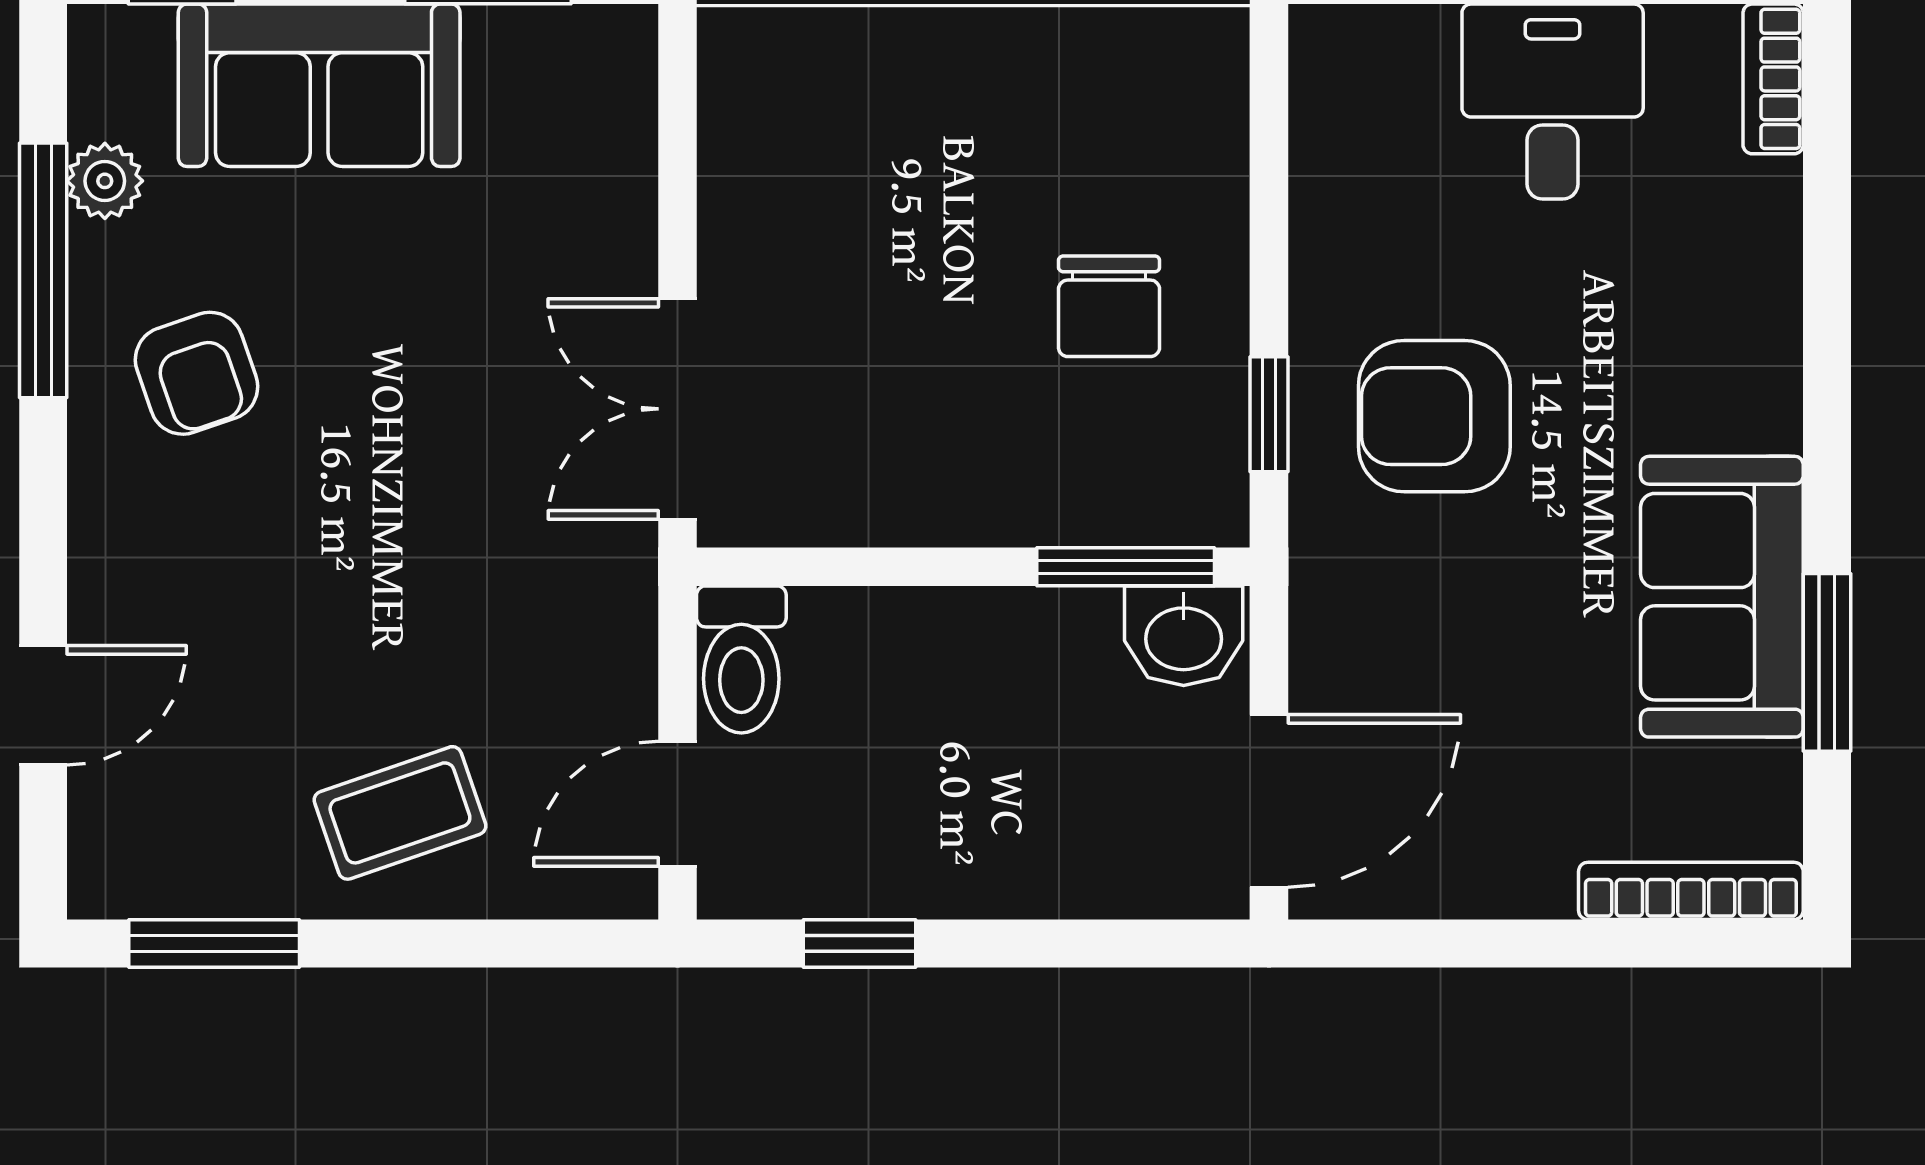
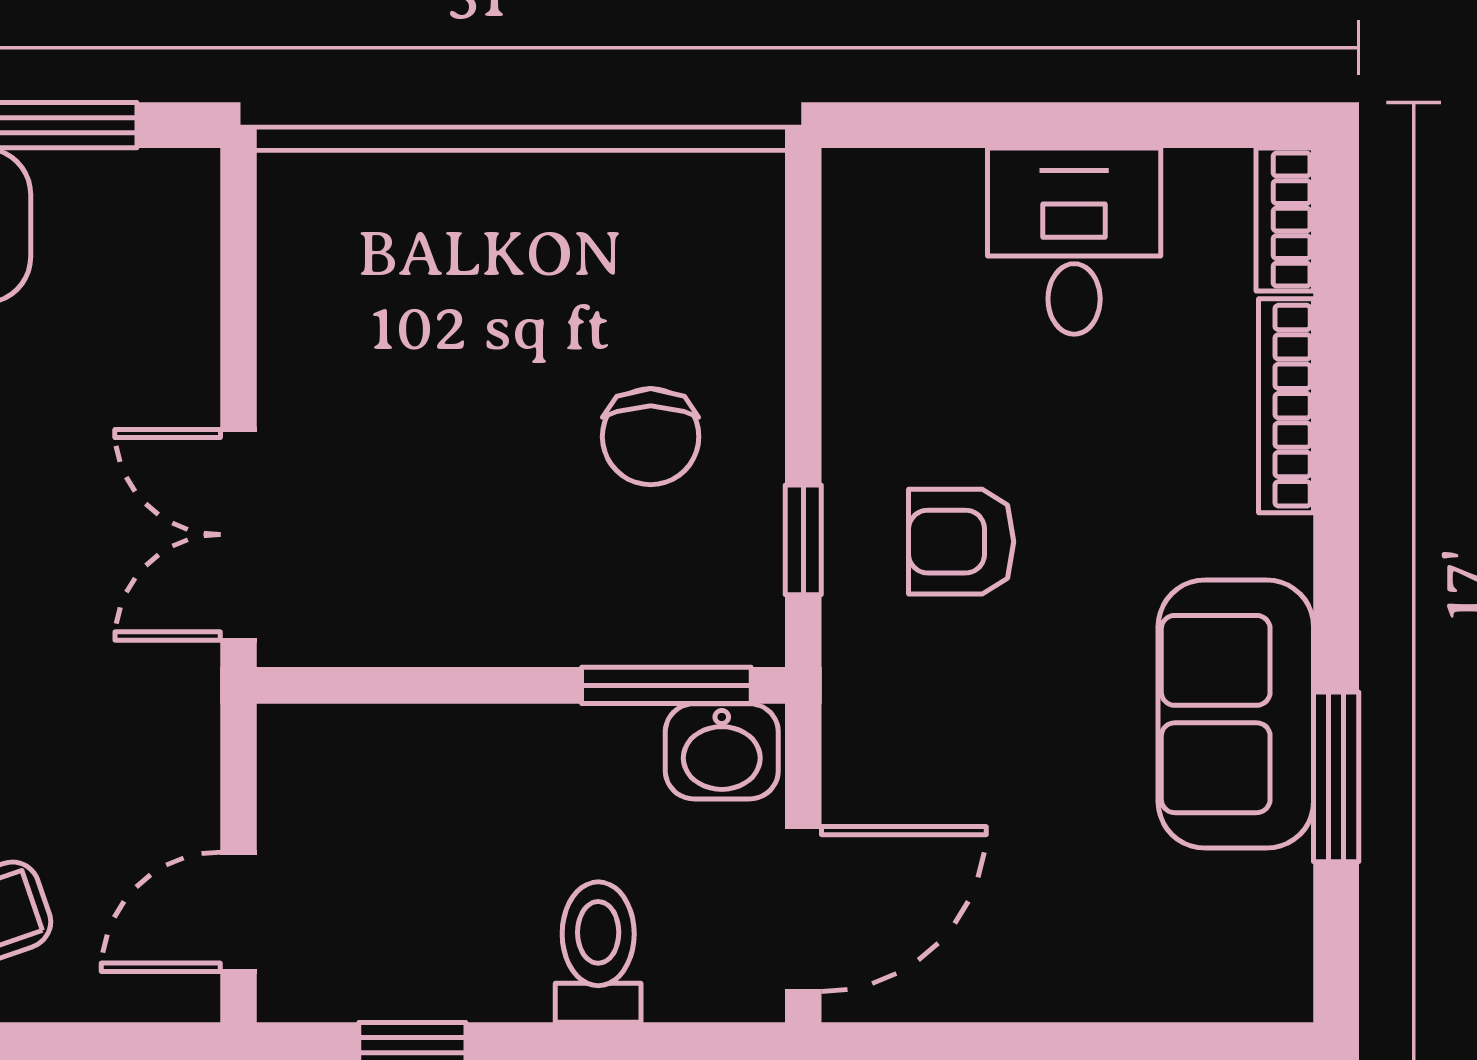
armchair: (1434, 416) -> (961, 542), width x0.72, depth x0.72
toilet: (741, 659) -> (598, 952), moved, turned 180
bookcase: (1691, 891) -> (1286, 406), moved, turned -90

